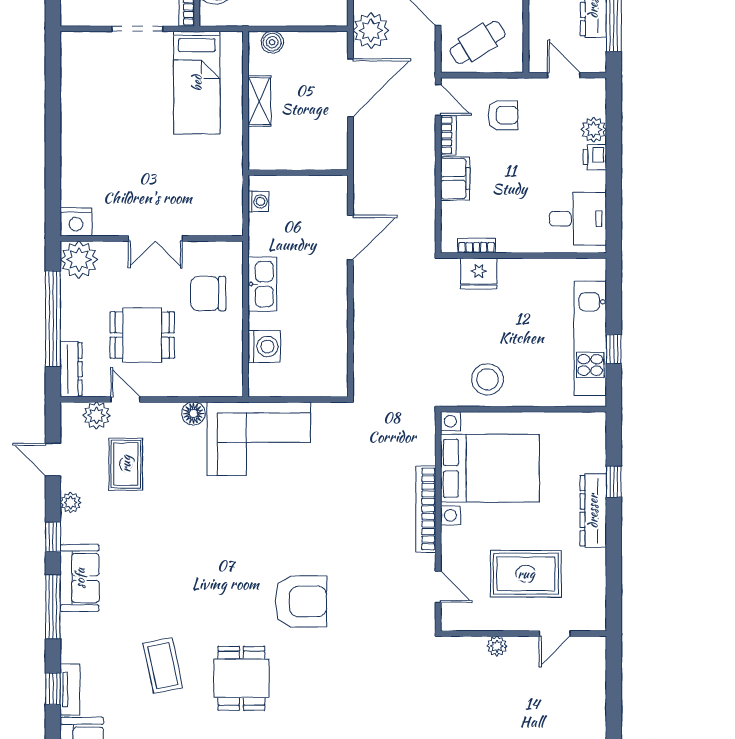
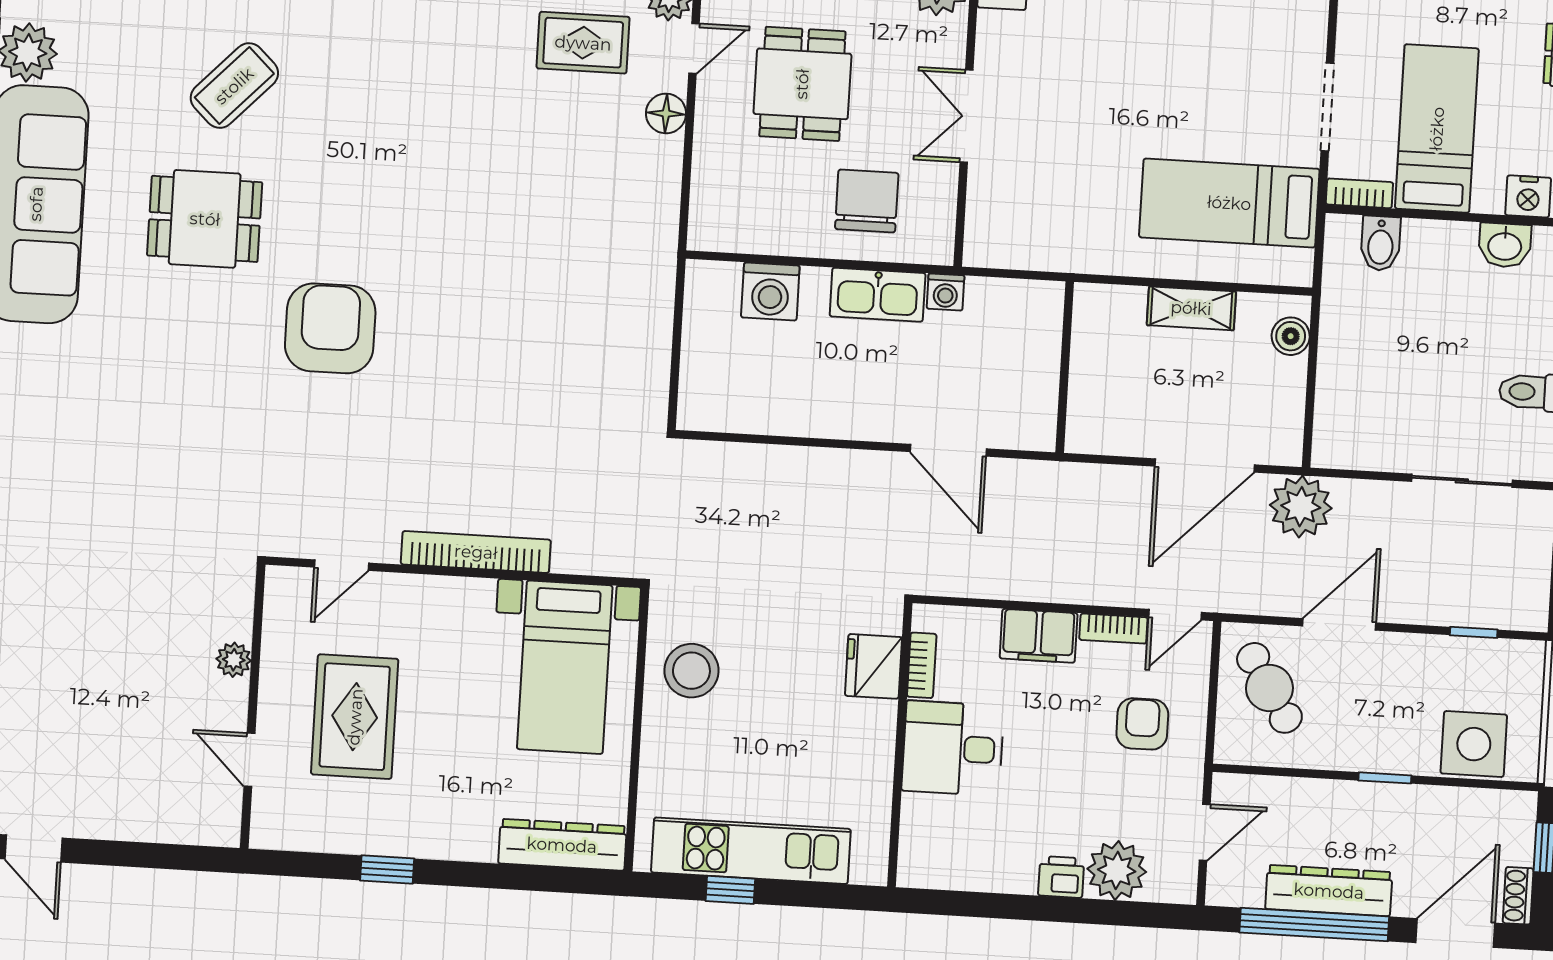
door: (350, 88) -> (1205, 466), hinge flipped
armchair: (503, 115) -> (1142, 724), turned 180
plant: (594, 130) -> (1117, 870), width x1.36, depth x1.36
washing machine: (258, 201) -> (946, 292), moved
desk: (578, 219) -> (953, 748), moved, turned 90
floor lamp: (193, 413) -> (666, 113), moved
corner sofa: (259, 439) -> (613, 273), removed
bed with nightstands: (490, 468) -> (565, 667), width x0.73
window: (614, 482) -> (387, 869), moved
dresser: (593, 511) -> (562, 845), moved
armchair: (301, 601) -> (330, 328), turned 180
coffee table: (163, 666) -> (234, 86), turned -34

